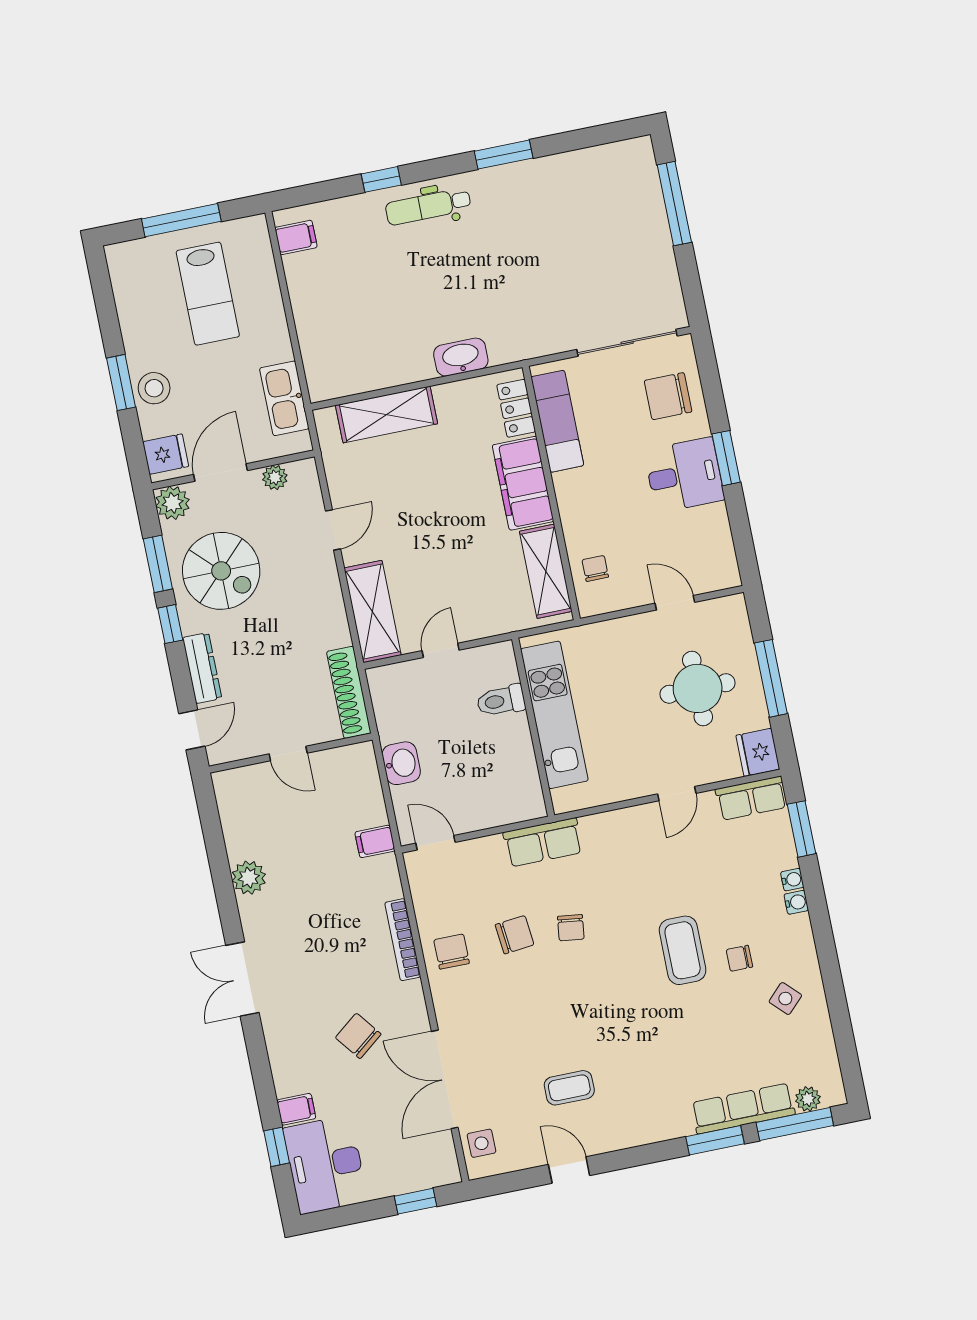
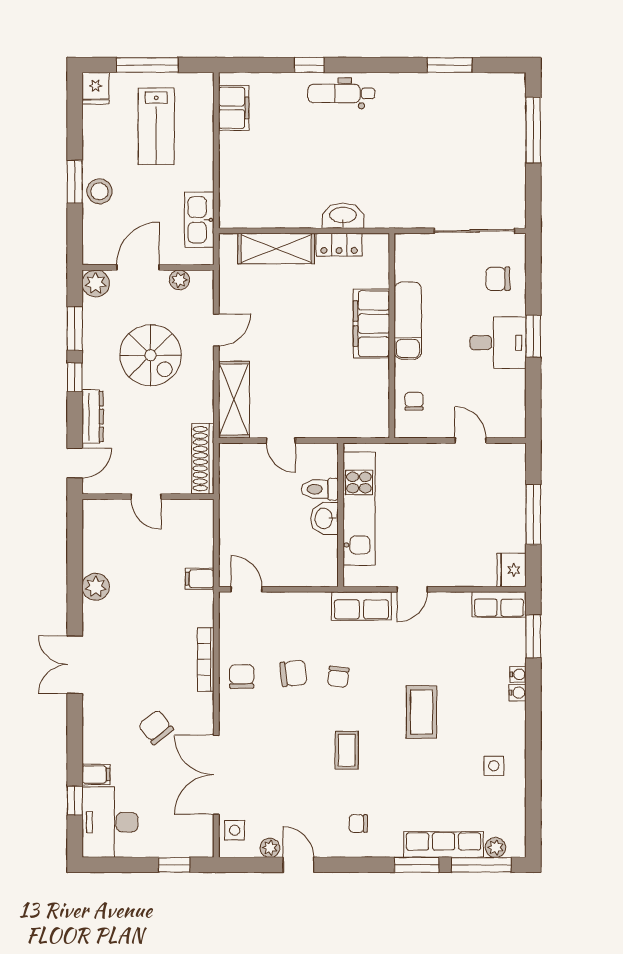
window: (504, 155) -> (450, 65), moved
filing cabinet: (296, 237) -> (234, 108), width x2.00
chair: (668, 396) -> (498, 279), width x0.73, depth x0.73
locker: (516, 408) -> (339, 245), moved, turned -90
exam couch: (557, 421) -> (408, 321), moved
fridge: (166, 454) -> (96, 88), moved, turned 90
spiral stairs: (221, 571) -> (151, 355), moved
shelving: (546, 571) -> (375, 396), removed
door: (441, 650) -> (281, 441), swing flipped
round table: (698, 688) -> (475, 511), removed
washbasin: (401, 763) -> (324, 518), moved, turned 180
door: (677, 794) -> (412, 589), moved
row of seats: (543, 842) -> (361, 606), moved
chair: (739, 958) -> (358, 824), moved
side table: (785, 999) -> (494, 766), turned 45
coffee table: (569, 1088) -> (347, 750), moved, turned 90
plant: (529, 1156) -> (270, 848), added

